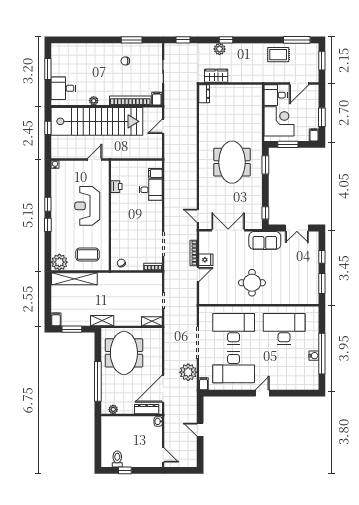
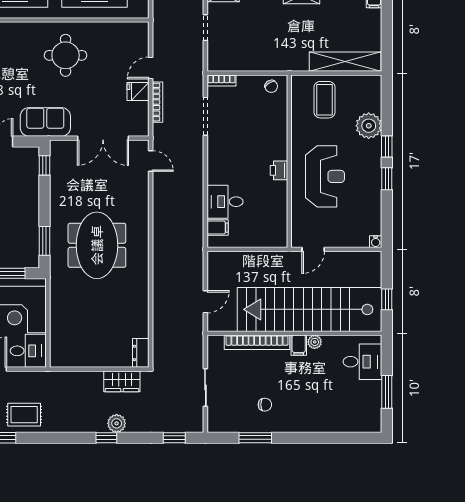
filing cabinet: (157, 99) -> (299, 345), moved
printer: (116, 187) -> (279, 170), moved
coffee table: (87, 255) -> (325, 100), turned 90
plant: (59, 262) -> (369, 126), moved

